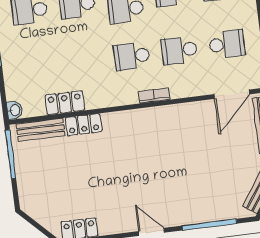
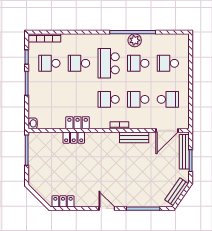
locker: (65, 103) -> (78, 123), moved
bench: (41, 130) -> (134, 137), moved

